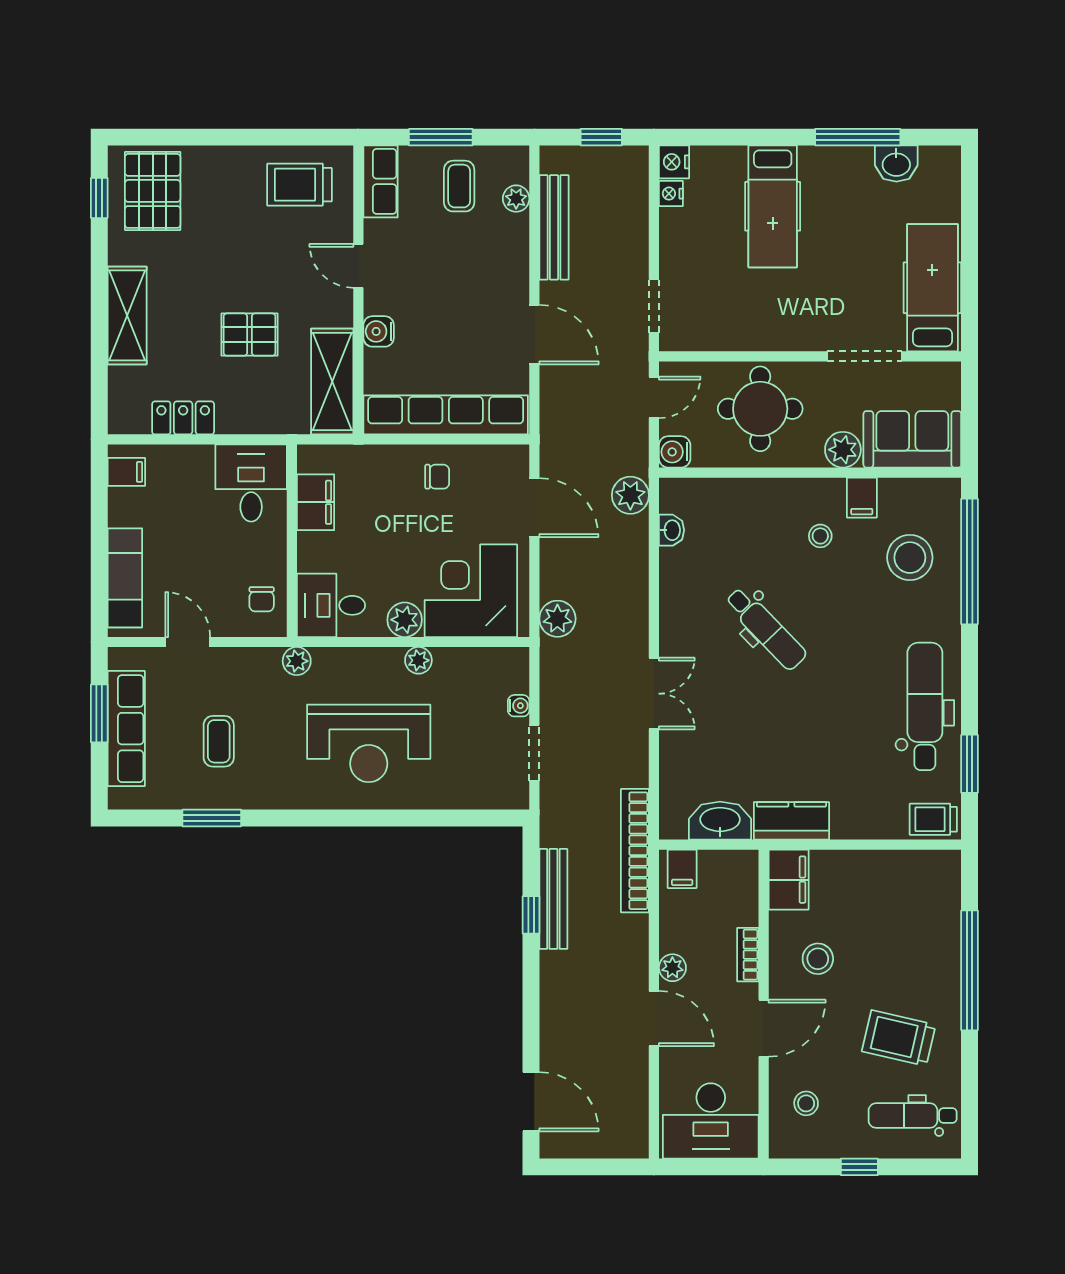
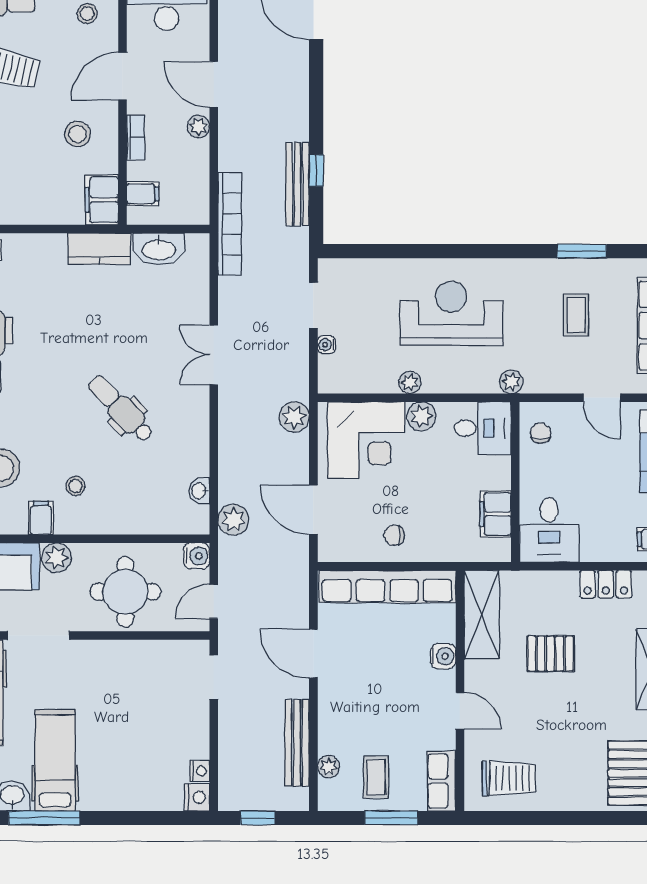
hospital bed: (773, 206) -> (55, 760), moved
filing cabinet: (682, 869) -> (143, 194), moved, turned 90

